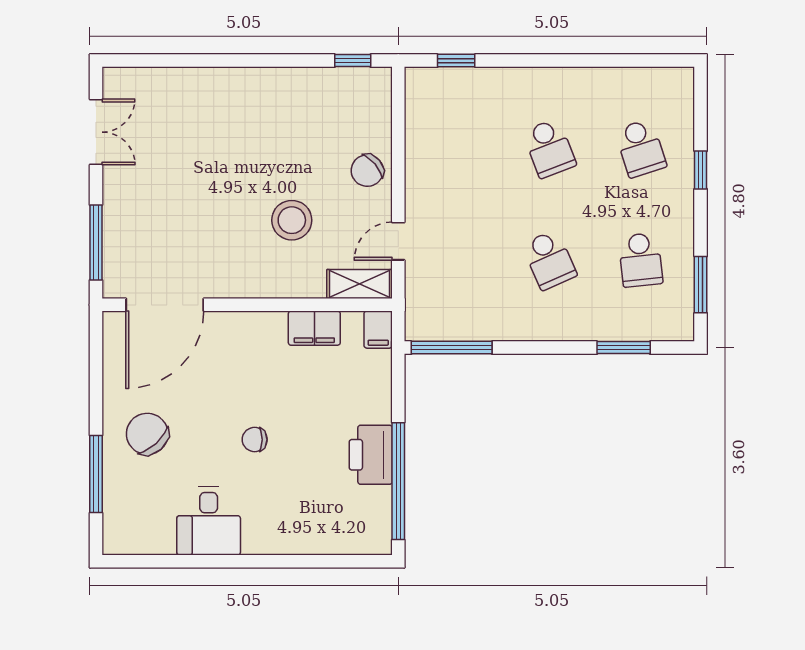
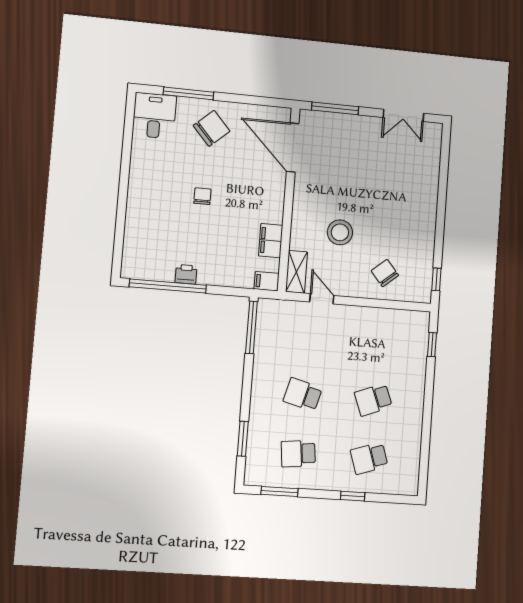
chair: (367, 171) -> (385, 273), moved
school desk: (549, 260) -> (303, 395), turned 39
printer: (371, 455) -> (186, 274), width x0.53, depth x0.68
desk: (209, 521) -> (154, 116), moved, turned 90

